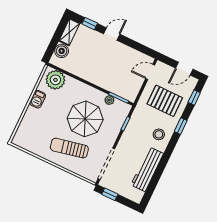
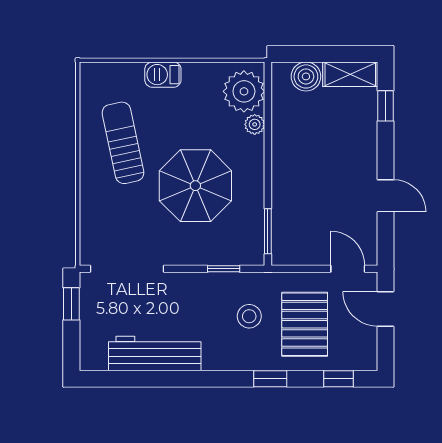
door: (112, 34) -> (386, 196), moved
door: (184, 69) -> (386, 309), moved
barbecue: (38, 99) -> (163, 75), moved
plant: (109, 100) -> (255, 124), moved
stool: (159, 134) -> (249, 316), moved
sun lounger: (69, 148) -> (123, 143), moved

